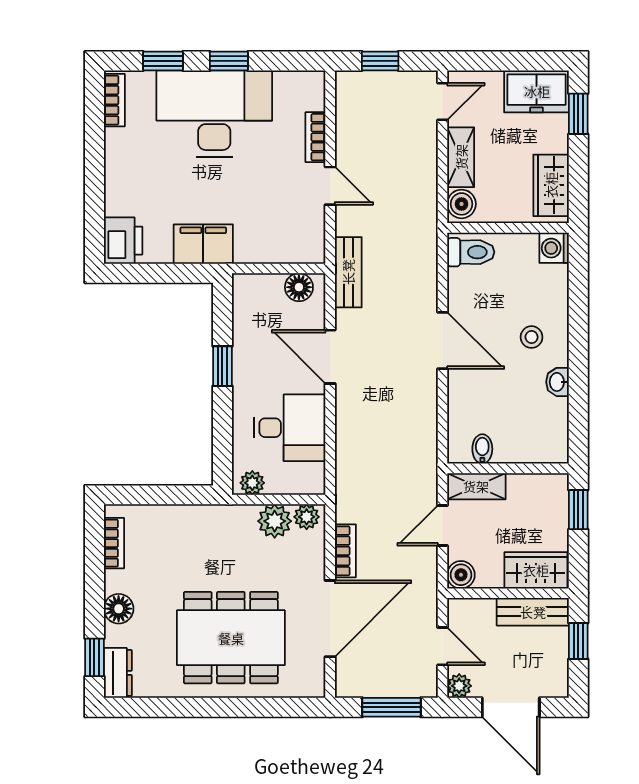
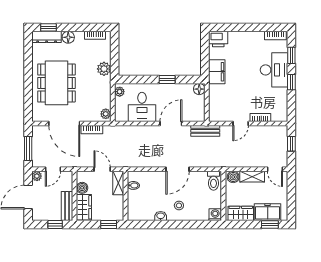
freezer: (537, 91) -> (268, 212), moved, turned 90
desk: (214, 114) -> (274, 70), width x0.73, depth x0.77
floor lamp: (299, 287) -> (199, 89), moved
plant: (275, 521) -> (104, 69), moved
boiler: (461, 575) -> (82, 188), moved
dresser: (118, 673) -> (47, 37), width x1.44

